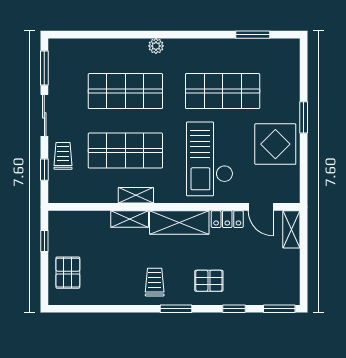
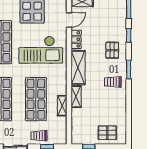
shelving: (136, 195) -> (62, 106), moved

